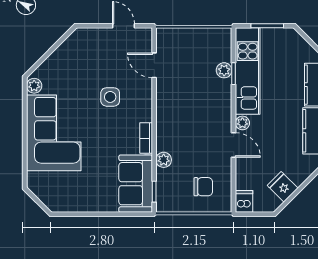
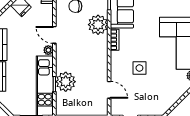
plant: (224, 70) -> (66, 82), width x1.88, depth x1.88
plant: (164, 160) -> (98, 25), width x1.88, depth x1.88

